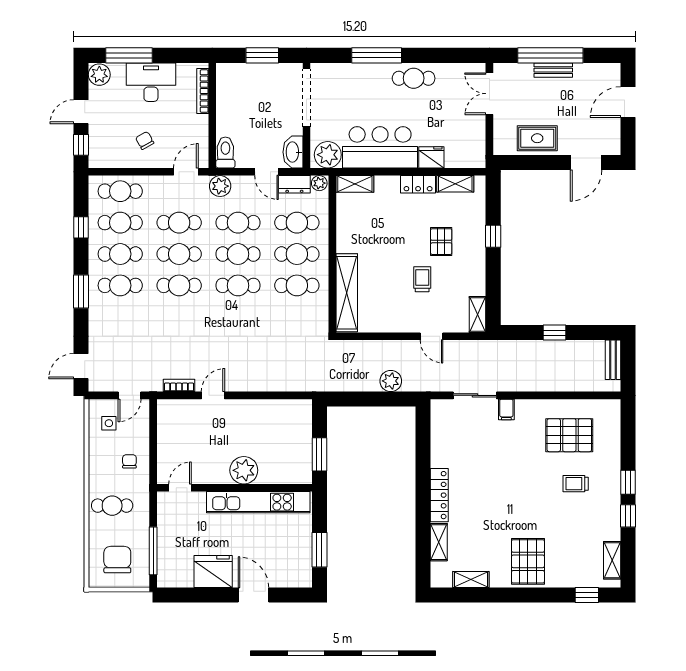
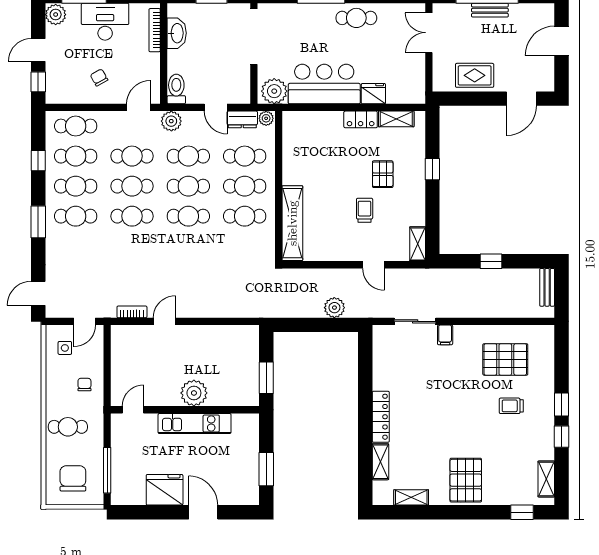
washbasin: (293, 152) -> (177, 33), moved, turned 180
shelving: (355, 184) -> (300, 119), removed
kitchen unit: (258, 502) -> (195, 423), width x0.73

